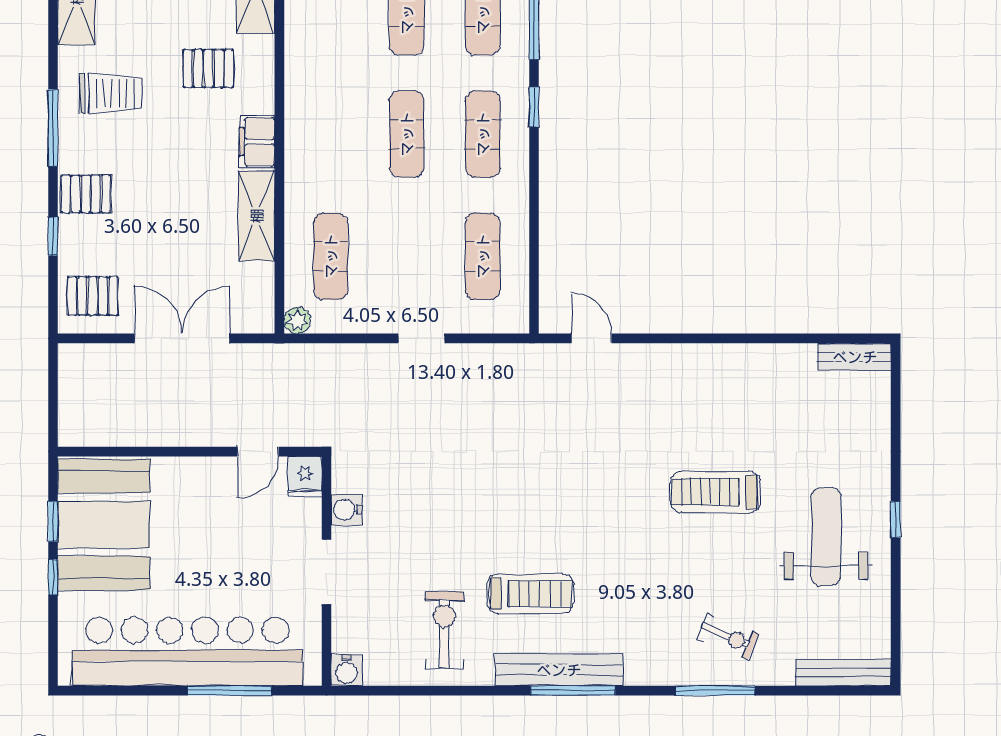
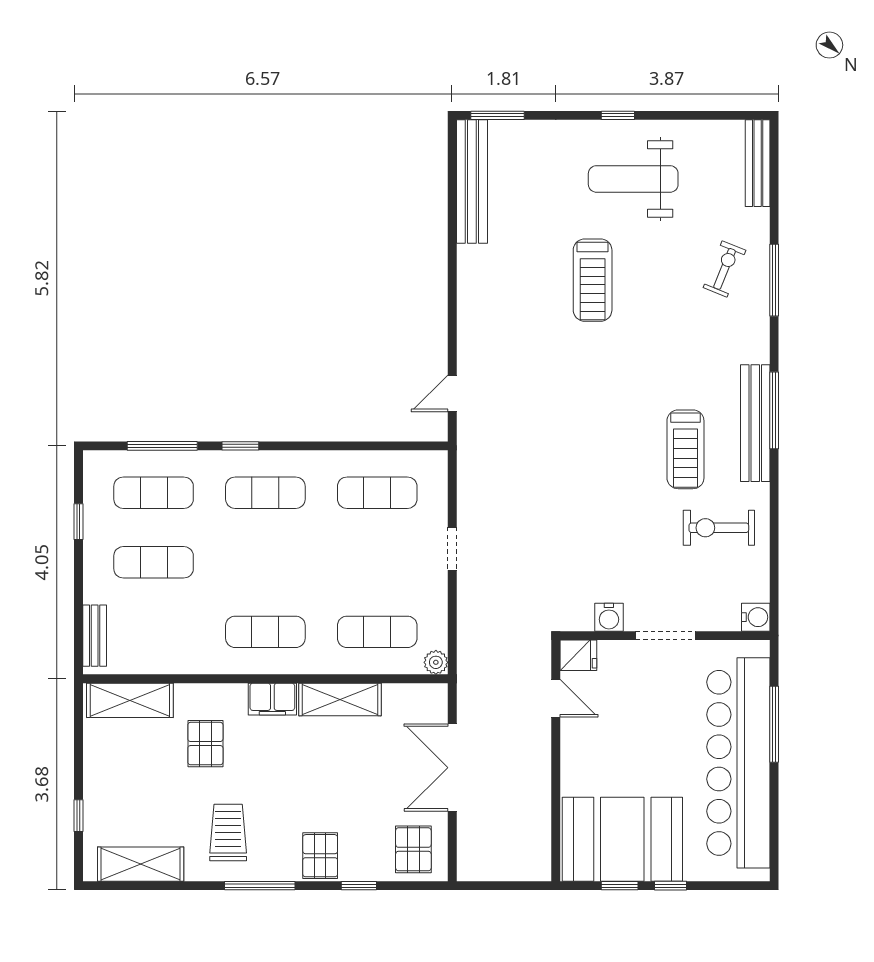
exercise mat: (407, 134) -> (265, 632), moved
bench: (855, 357) -> (472, 181), width x1.86, depth x1.21
window: (896, 388) -> (498, 115), added
treadmill: (530, 594) -> (685, 449), turned 180

